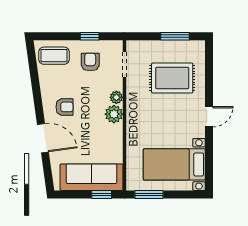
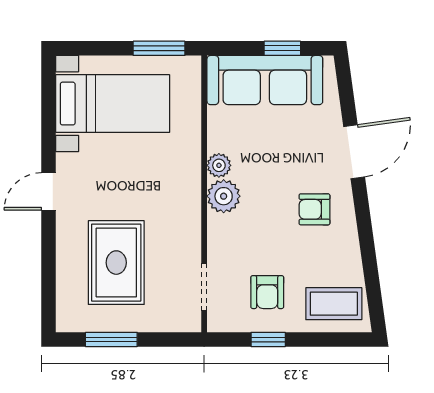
rug: (172, 78) -> (116, 263), turned 90
plant: (116, 97) -> (219, 165), moved
door: (43, 138) -> (354, 152), swing flipped
window: (102, 194) -> (282, 48), moved

